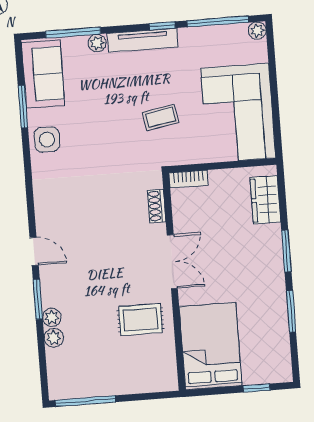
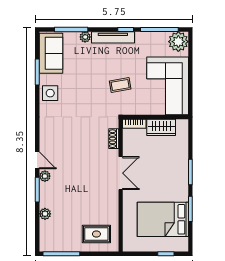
plant: (257, 31) -> (178, 42), width x1.88, depth x1.88
wardrobe: (265, 200) -> (161, 127), moved, turned -90
plant: (52, 317) -> (45, 176), moved
rug: (140, 319) -> (96, 234), moved
bed: (211, 346) -> (163, 219), moved, turned -90

